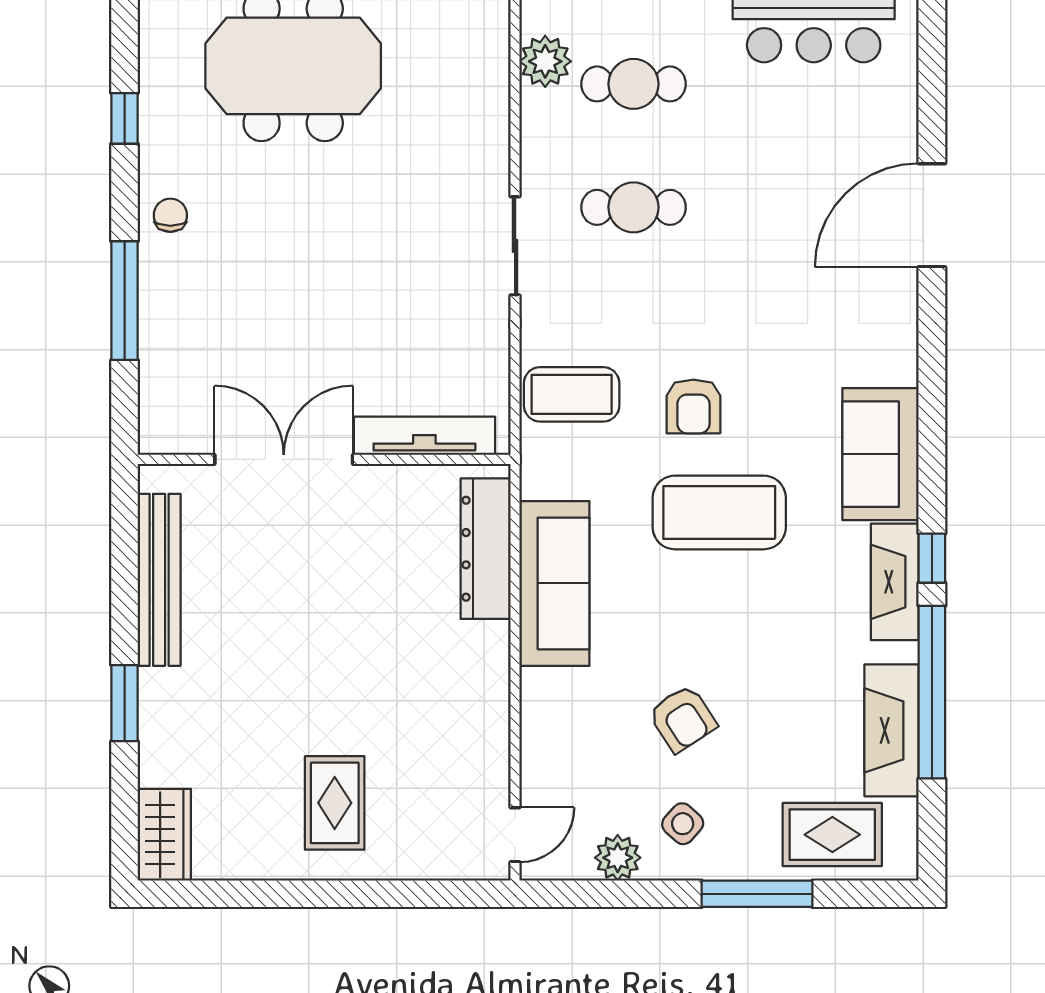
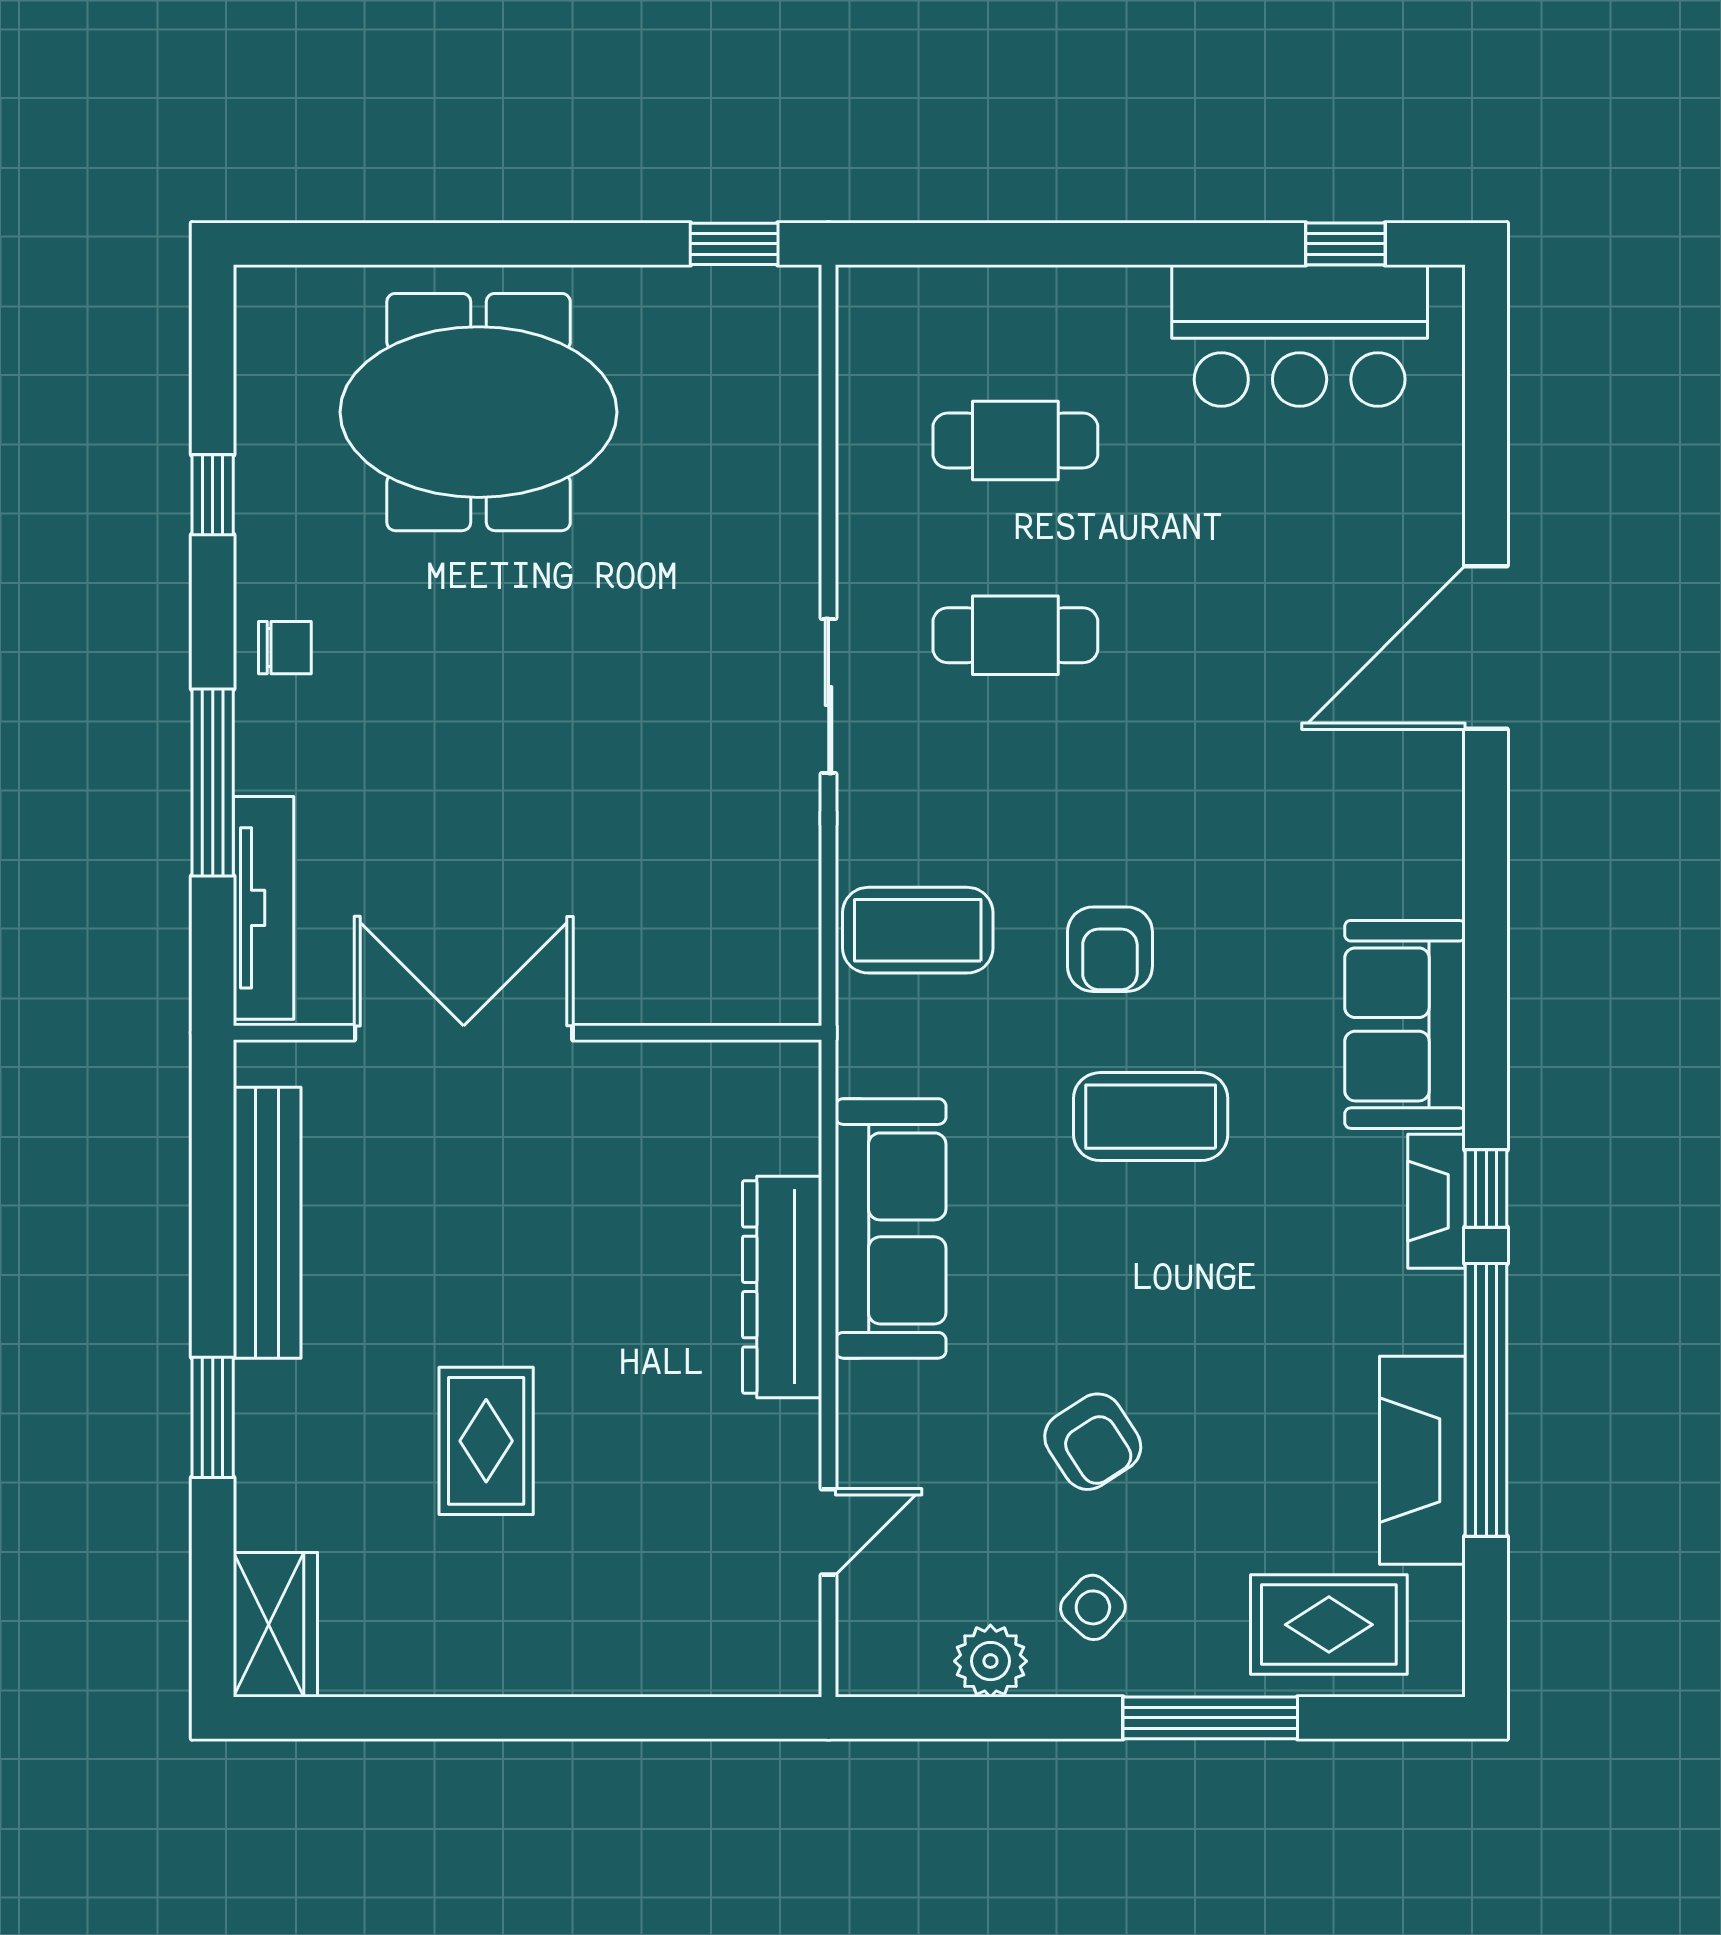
plant: (545, 61) -> (876, 405), removed
chair: (170, 215) -> (285, 648), turned 90
tv unit: (424, 436) -> (264, 908), moved, turned 90
coffee table: (719, 512) -> (1151, 1117), width x0.73, depth x0.76
dresser: (486, 549) -> (782, 1287), moved
fireplace: (895, 582) -> (1437, 1201), width x0.73, depth x0.76
rug: (335, 803) -> (486, 1441), moved
door: (515, 835) -> (829, 1532), moved

